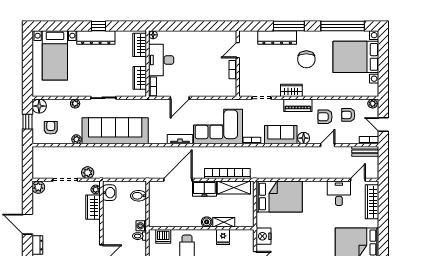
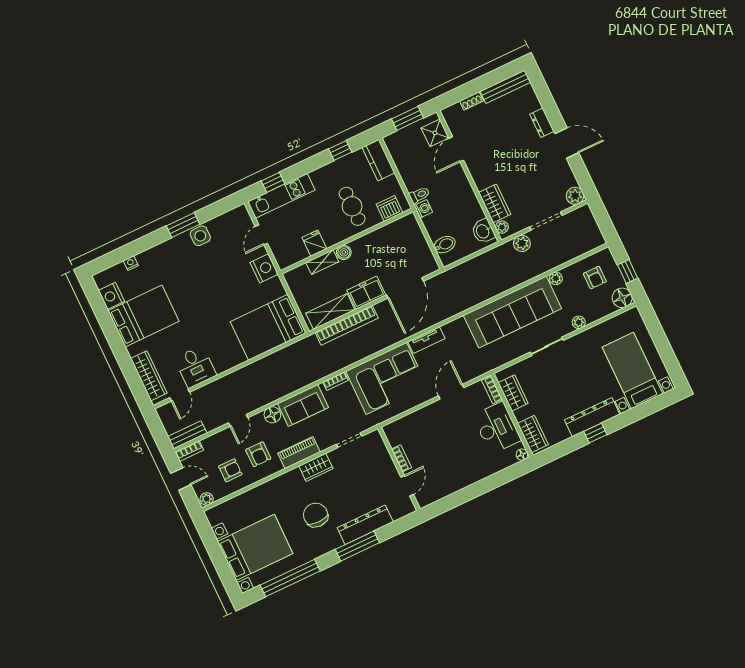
armchair: (325, 117) -> (258, 454), turned 90

